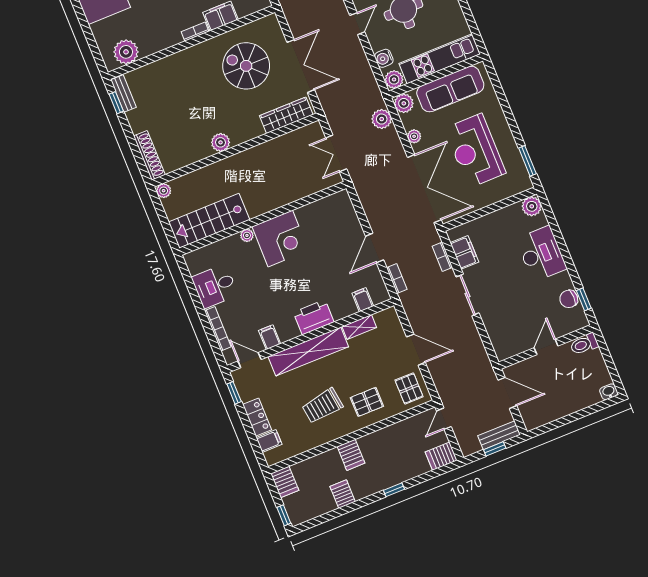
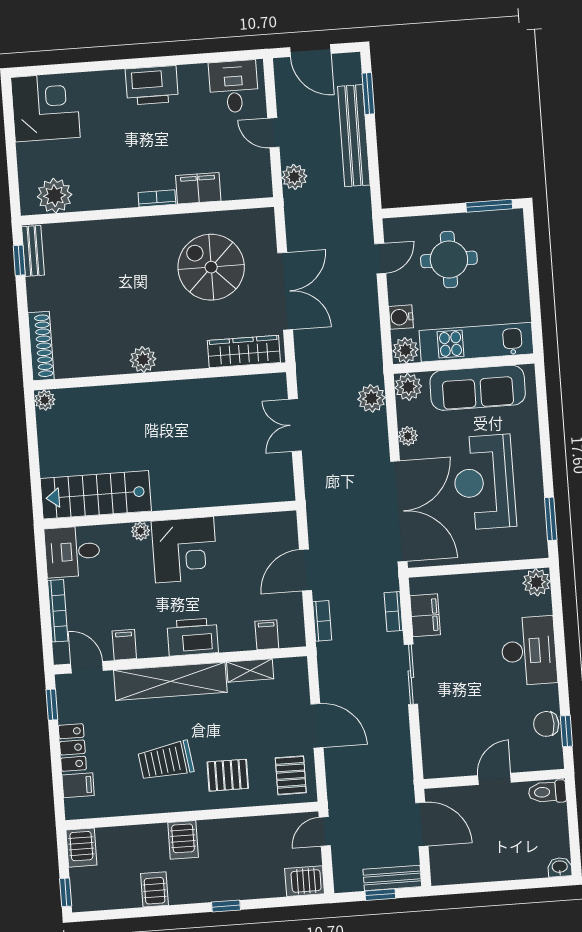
wall: (263, 218) -> (170, 515), moved
stairs: (209, 221) -> (96, 495), moved
plant: (247, 235) -> (141, 531), moved
corner desk: (280, 238) -> (184, 550), moved

